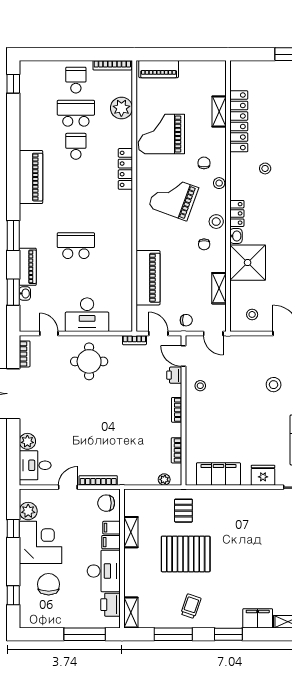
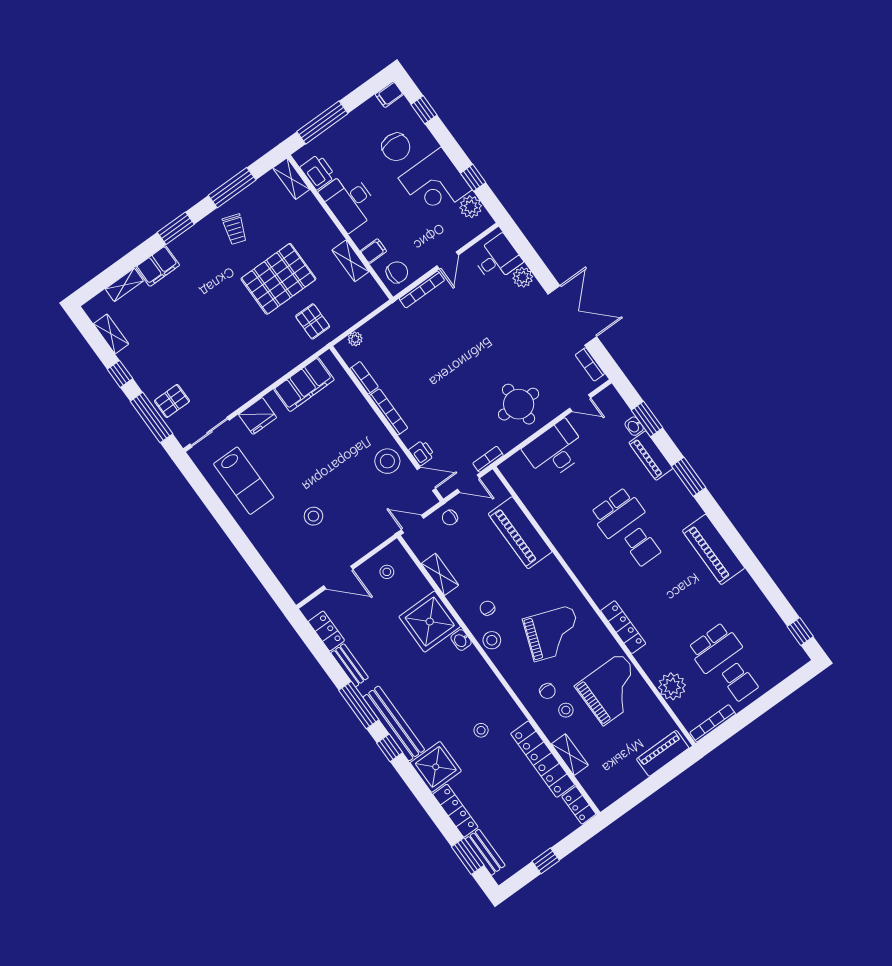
school desk: (76, 146) -> (642, 546), moved
stool: (219, 183) -> (566, 710), moved
locker: (237, 213) -> (579, 805), moved
stool: (200, 386) -> (387, 461), width x1.89, depth x1.89
bookcase: (177, 410) -> (389, 412), width x1.56
filing cabinet: (111, 542) -> (389, 94), moved, turned 180

